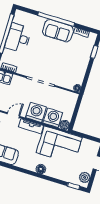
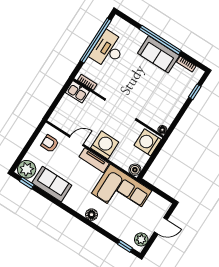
washing machine: (53, 118) -> (148, 142), moved, turned -90

